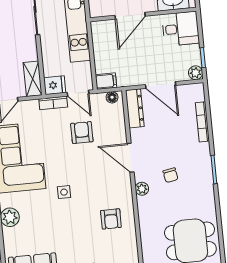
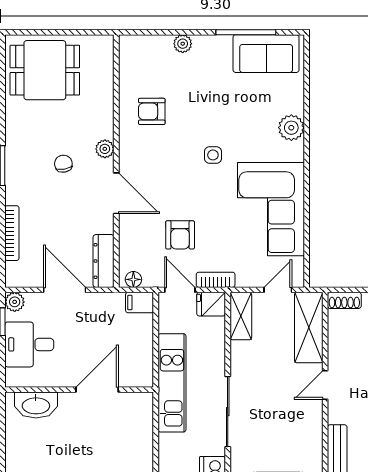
desk: (181, 29) -> (29, 344), moved
armchair: (111, 219) -> (152, 111), turned -90

